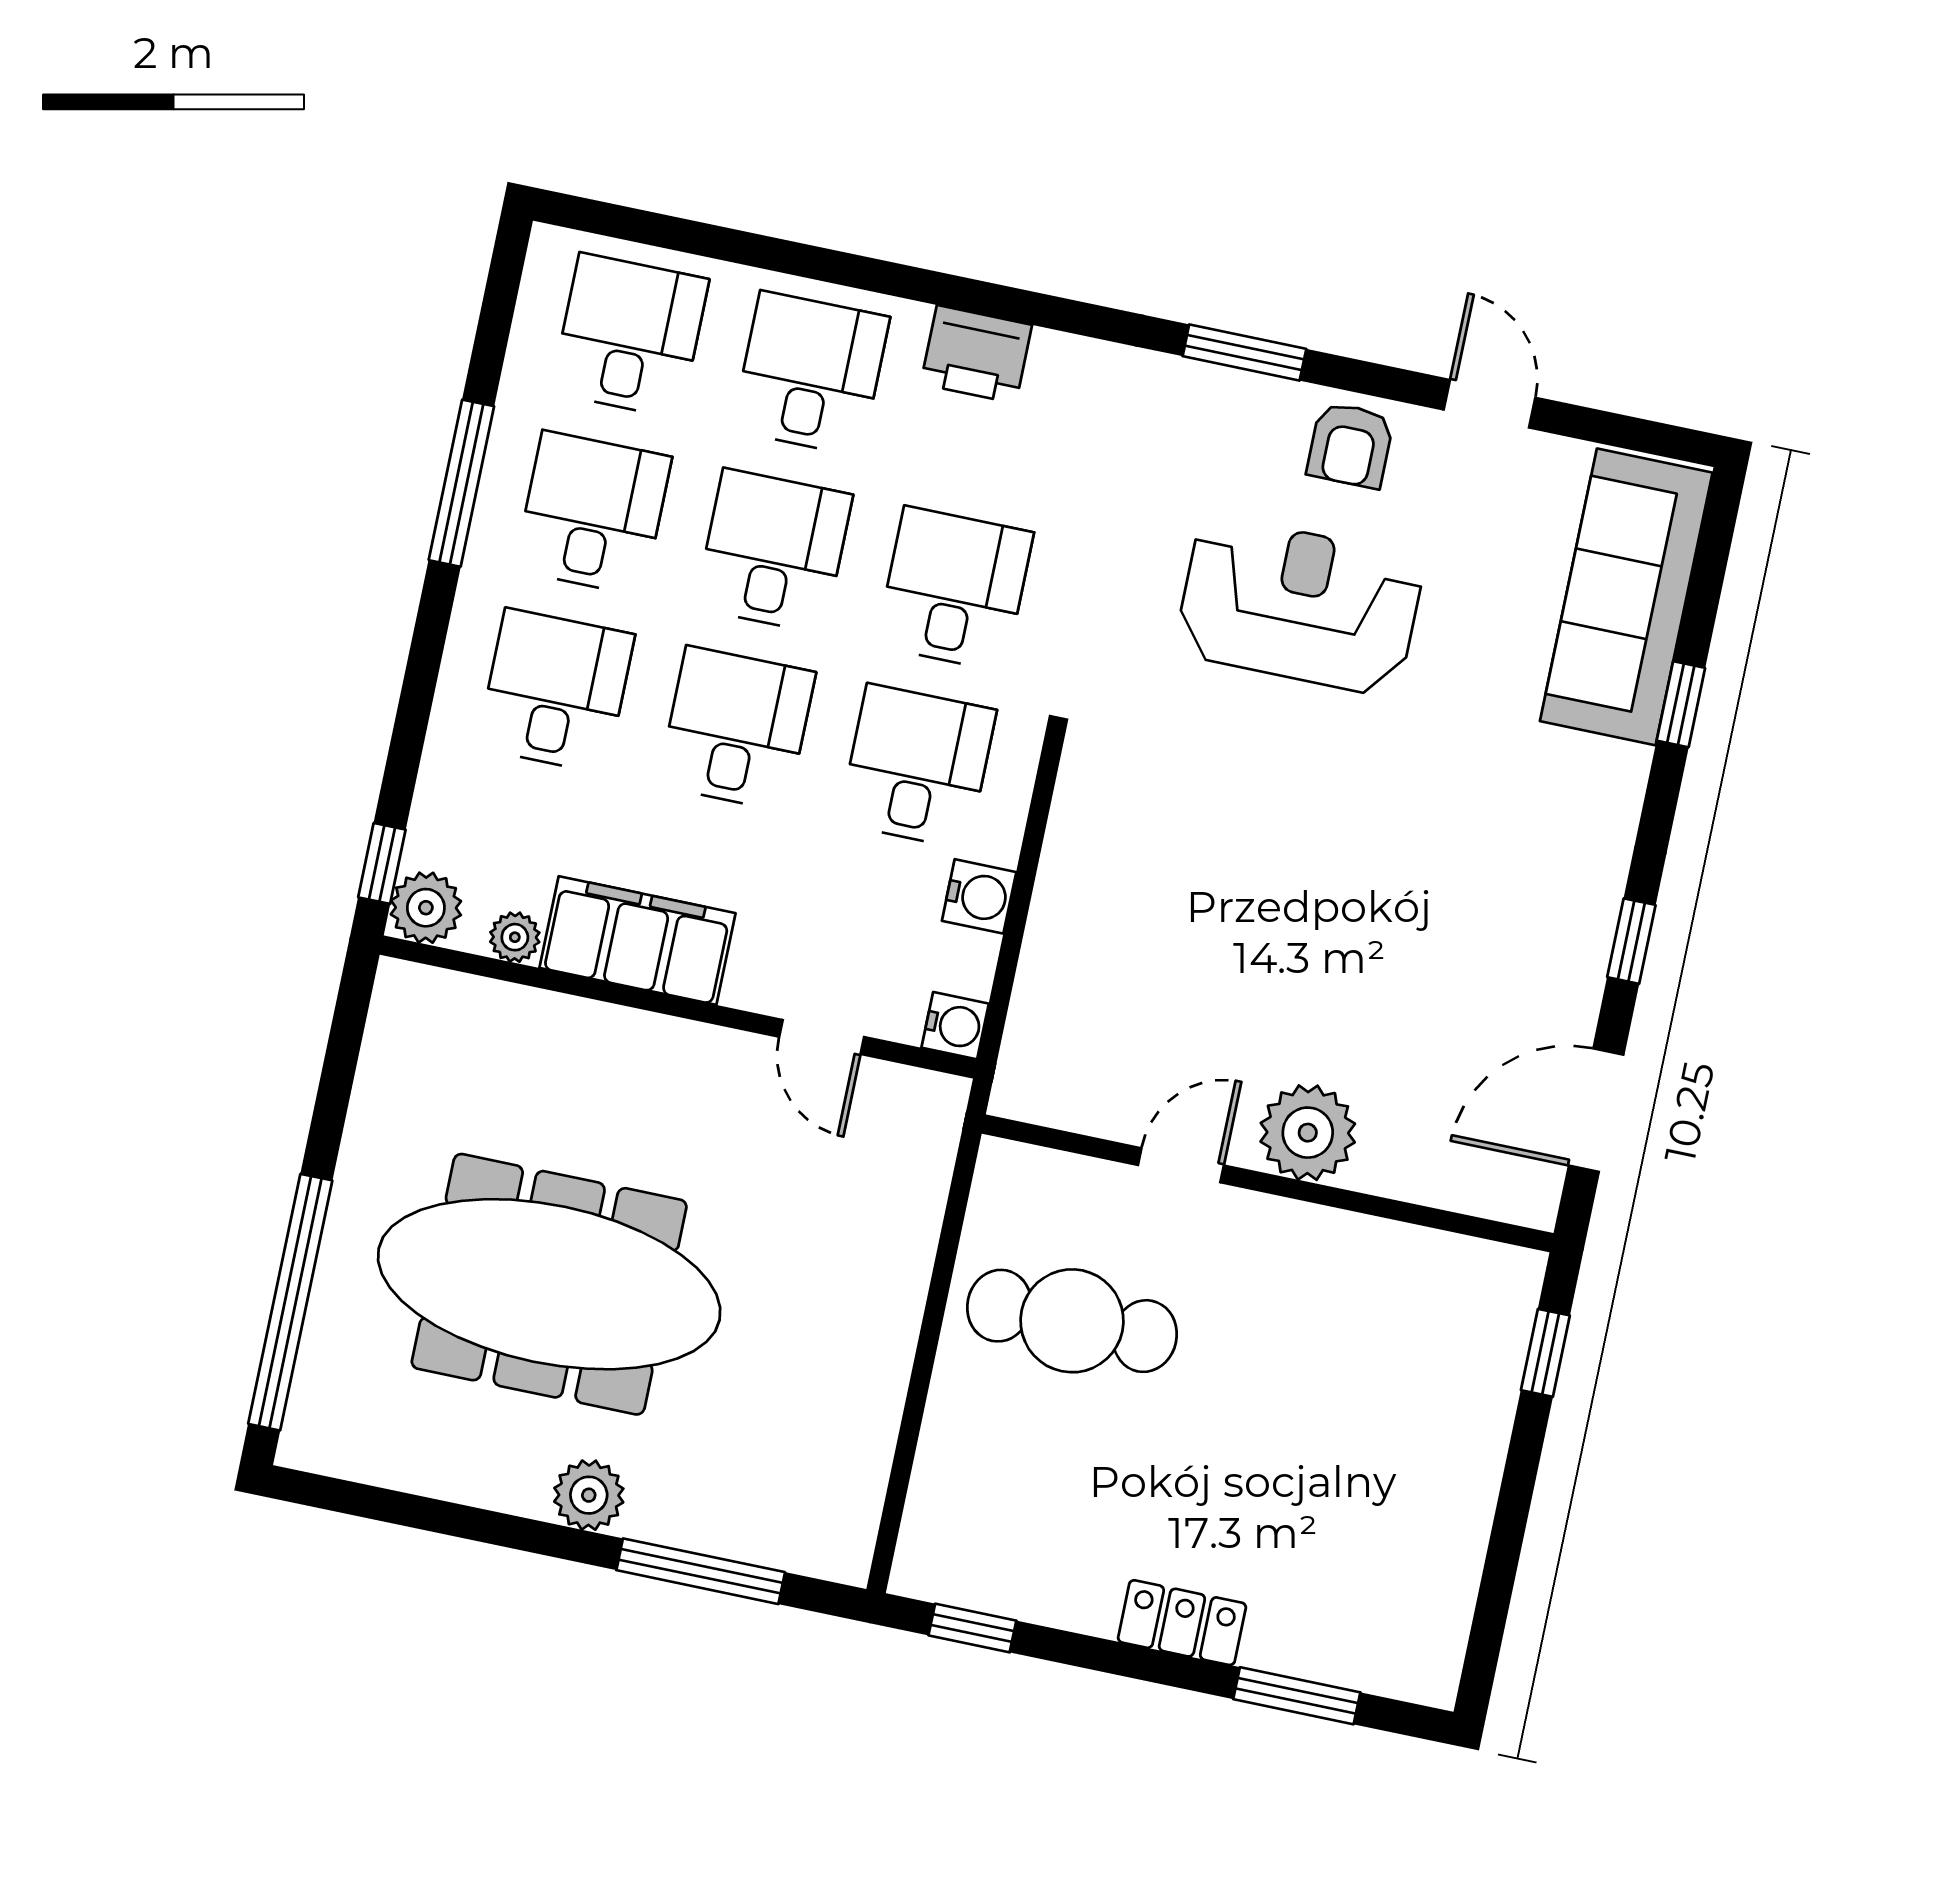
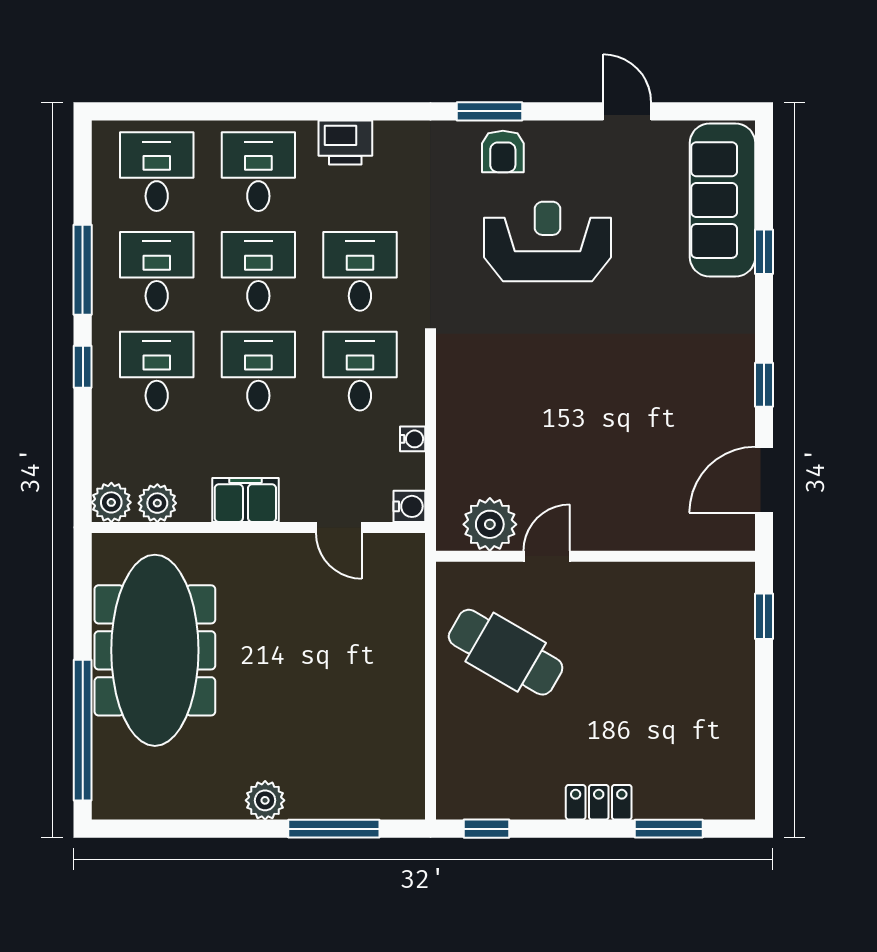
armchair: (1350, 445) -> (503, 151), moved
window: (382, 863) -> (83, 367), moved
water cooler: (979, 896) -> (413, 439), width x0.72, depth x0.72
plant: (515, 937) -> (157, 503), width x1.38, depth x1.38
filing cabinet: (637, 941) -> (245, 500), width x0.67, depth x0.86
plant: (1308, 1133) -> (490, 524), moved
meeting table: (549, 1284) -> (155, 650), moved, turned 90
cafe table: (1072, 1321) -> (506, 652), turned 30

